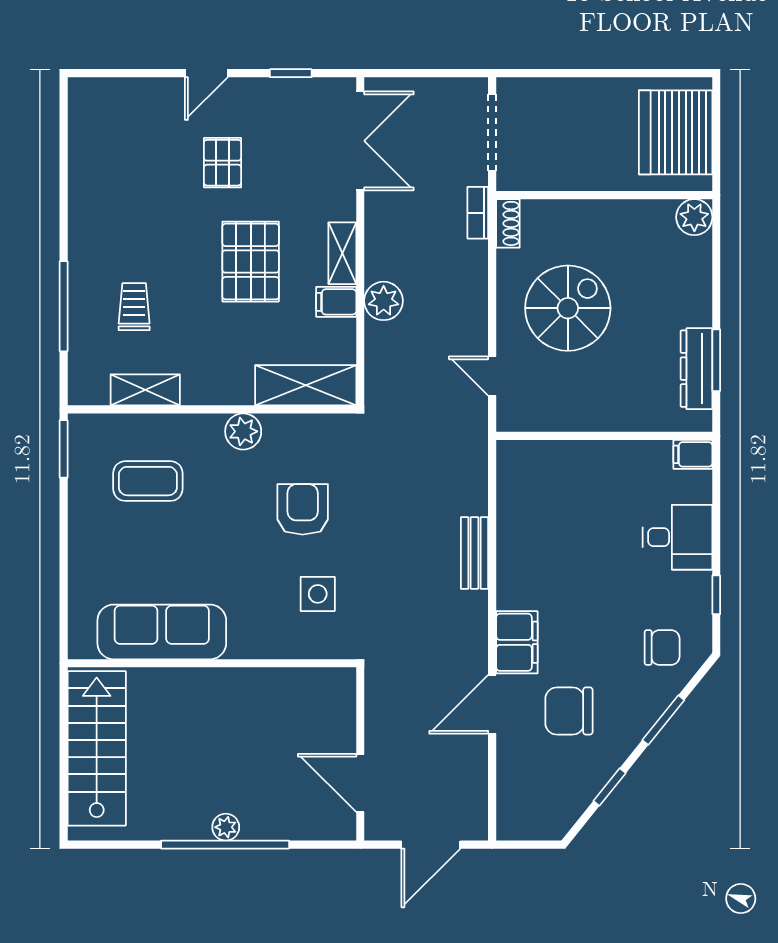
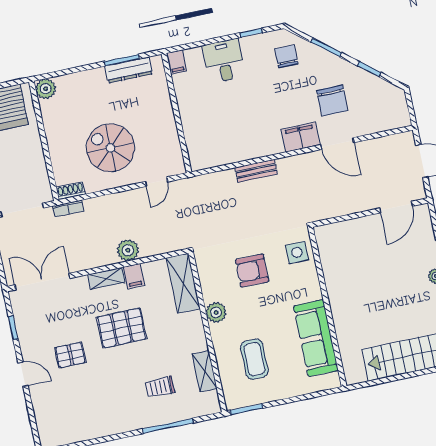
sofa: (162, 632) -> (316, 338), moved
wall: (212, 663) -> (327, 307), moved

